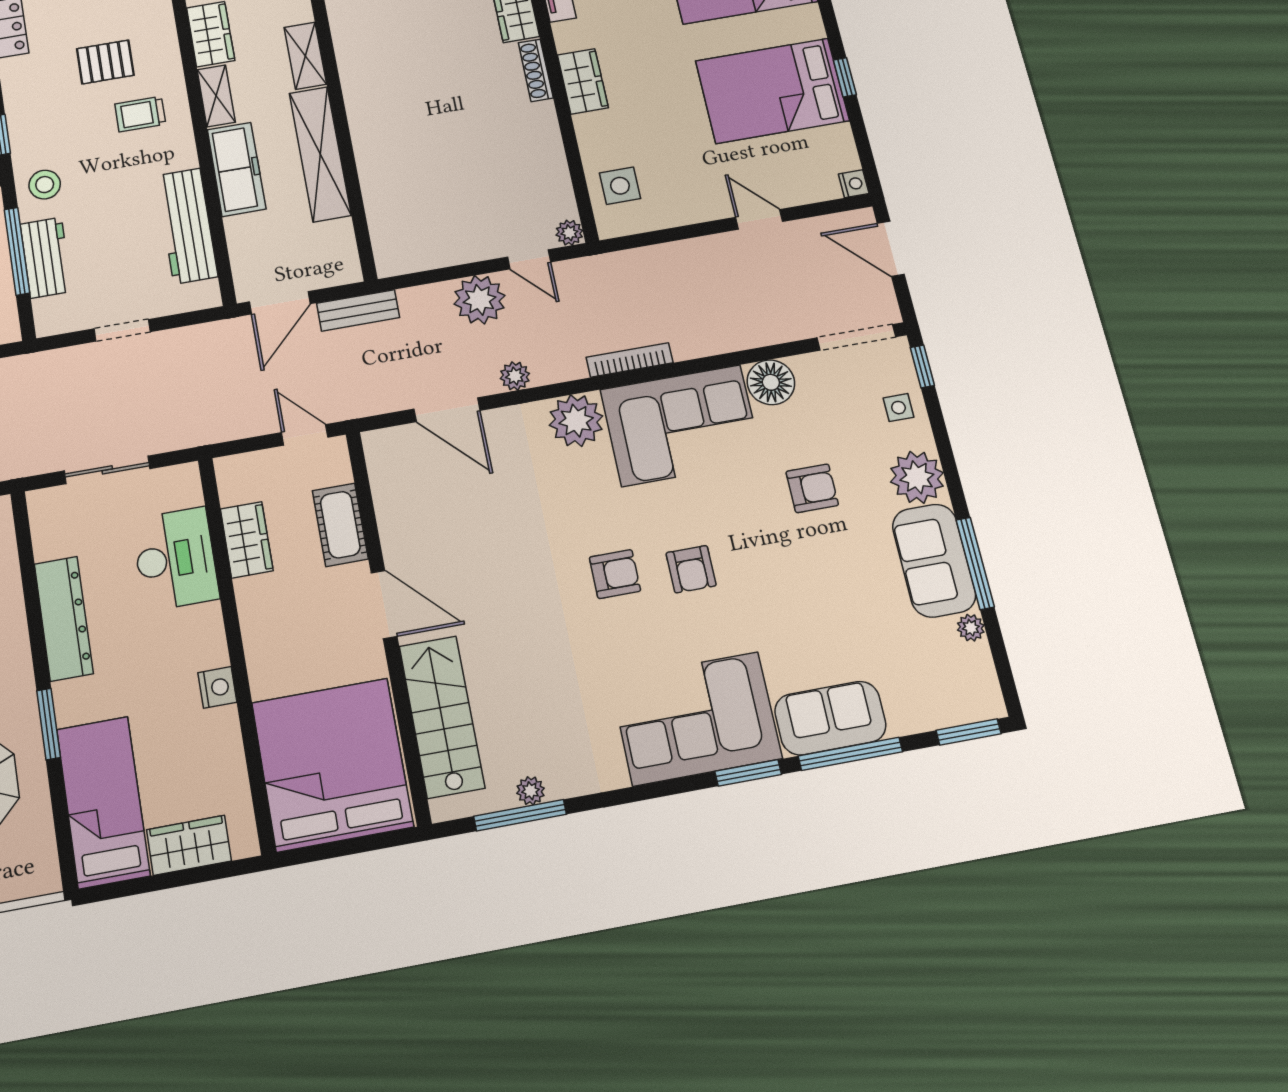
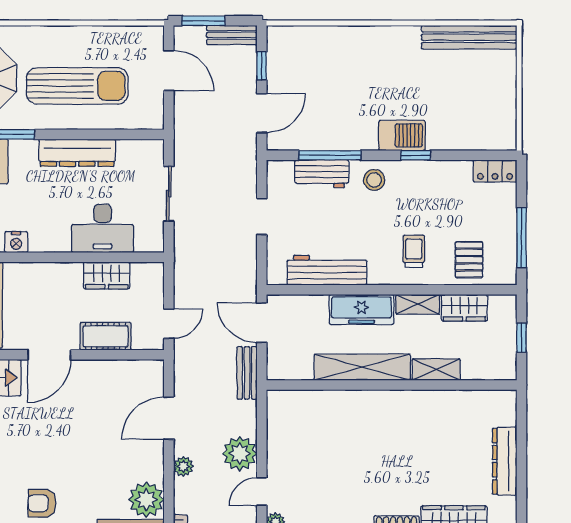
pallet: (105, 62) -> (469, 260), moved
armchair: (615, 574) -> (42, 503), turned 90

